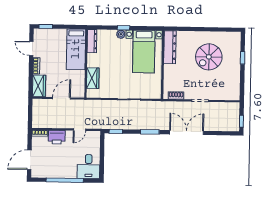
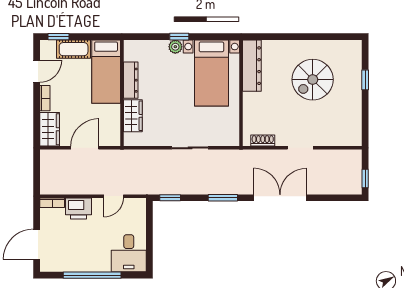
cot: (55, 35) -> (74, 49), added
dresser: (92, 41) -> (131, 80), moved
door: (31, 48) -> (37, 71), swing flipped

